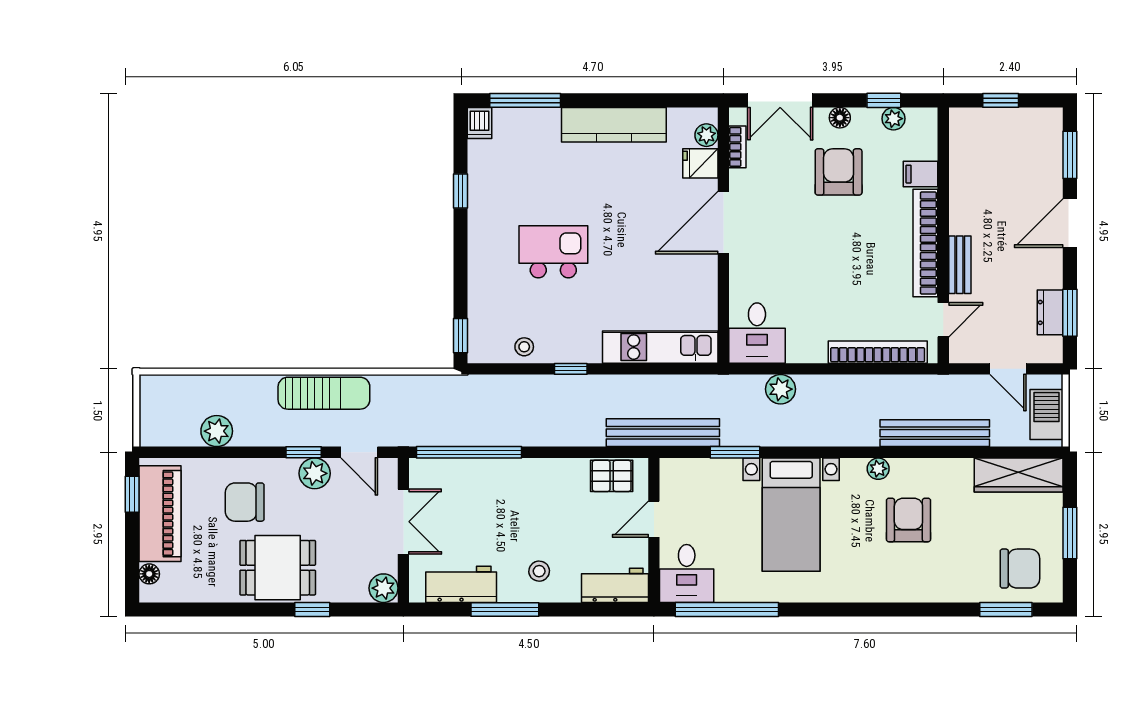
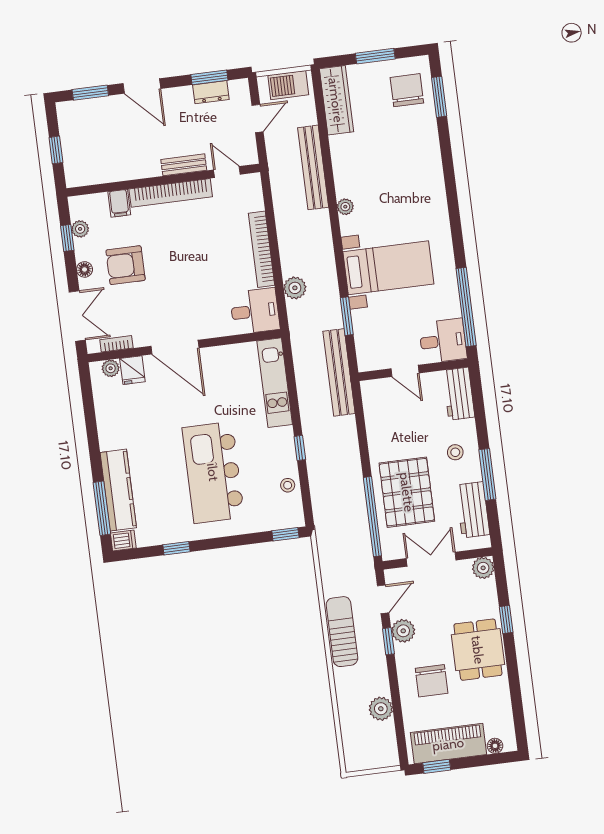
kitchen counter: (614, 125) -> (118, 490), moved
kitchen island: (553, 252) -> (213, 472), width x1.87, depth x1.28
bookcase: (878, 352) -> (261, 249), moved
pallet: (612, 476) -> (407, 492), moved, width x2.05, depth x2.00
armchair: (908, 520) -> (381, 179), removed

